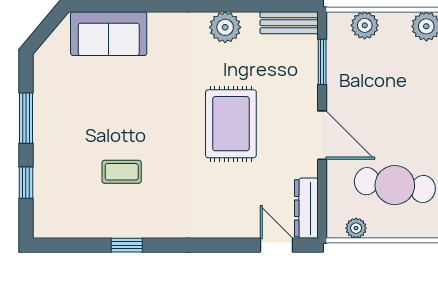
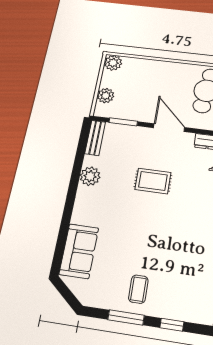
rug: (231, 124) -> (153, 181), width x0.73, depth x0.70
door: (322, 135) -> (169, 128), hinge flipped
coffee table: (122, 172) -> (138, 289), moved

